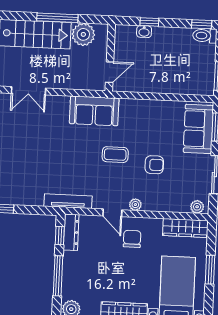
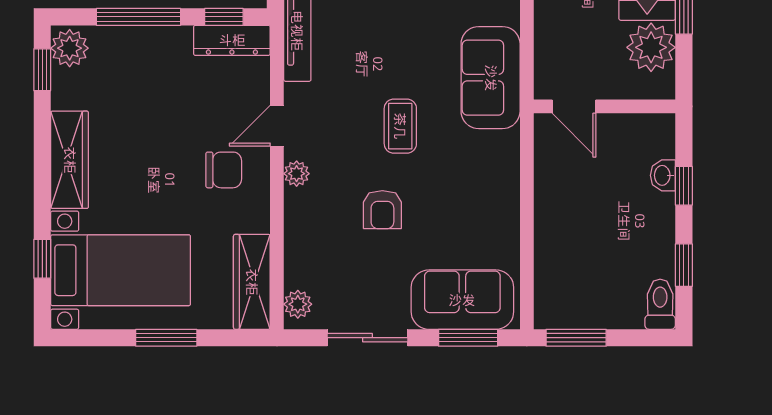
window: (202, 24) -> (684, 265), moved

